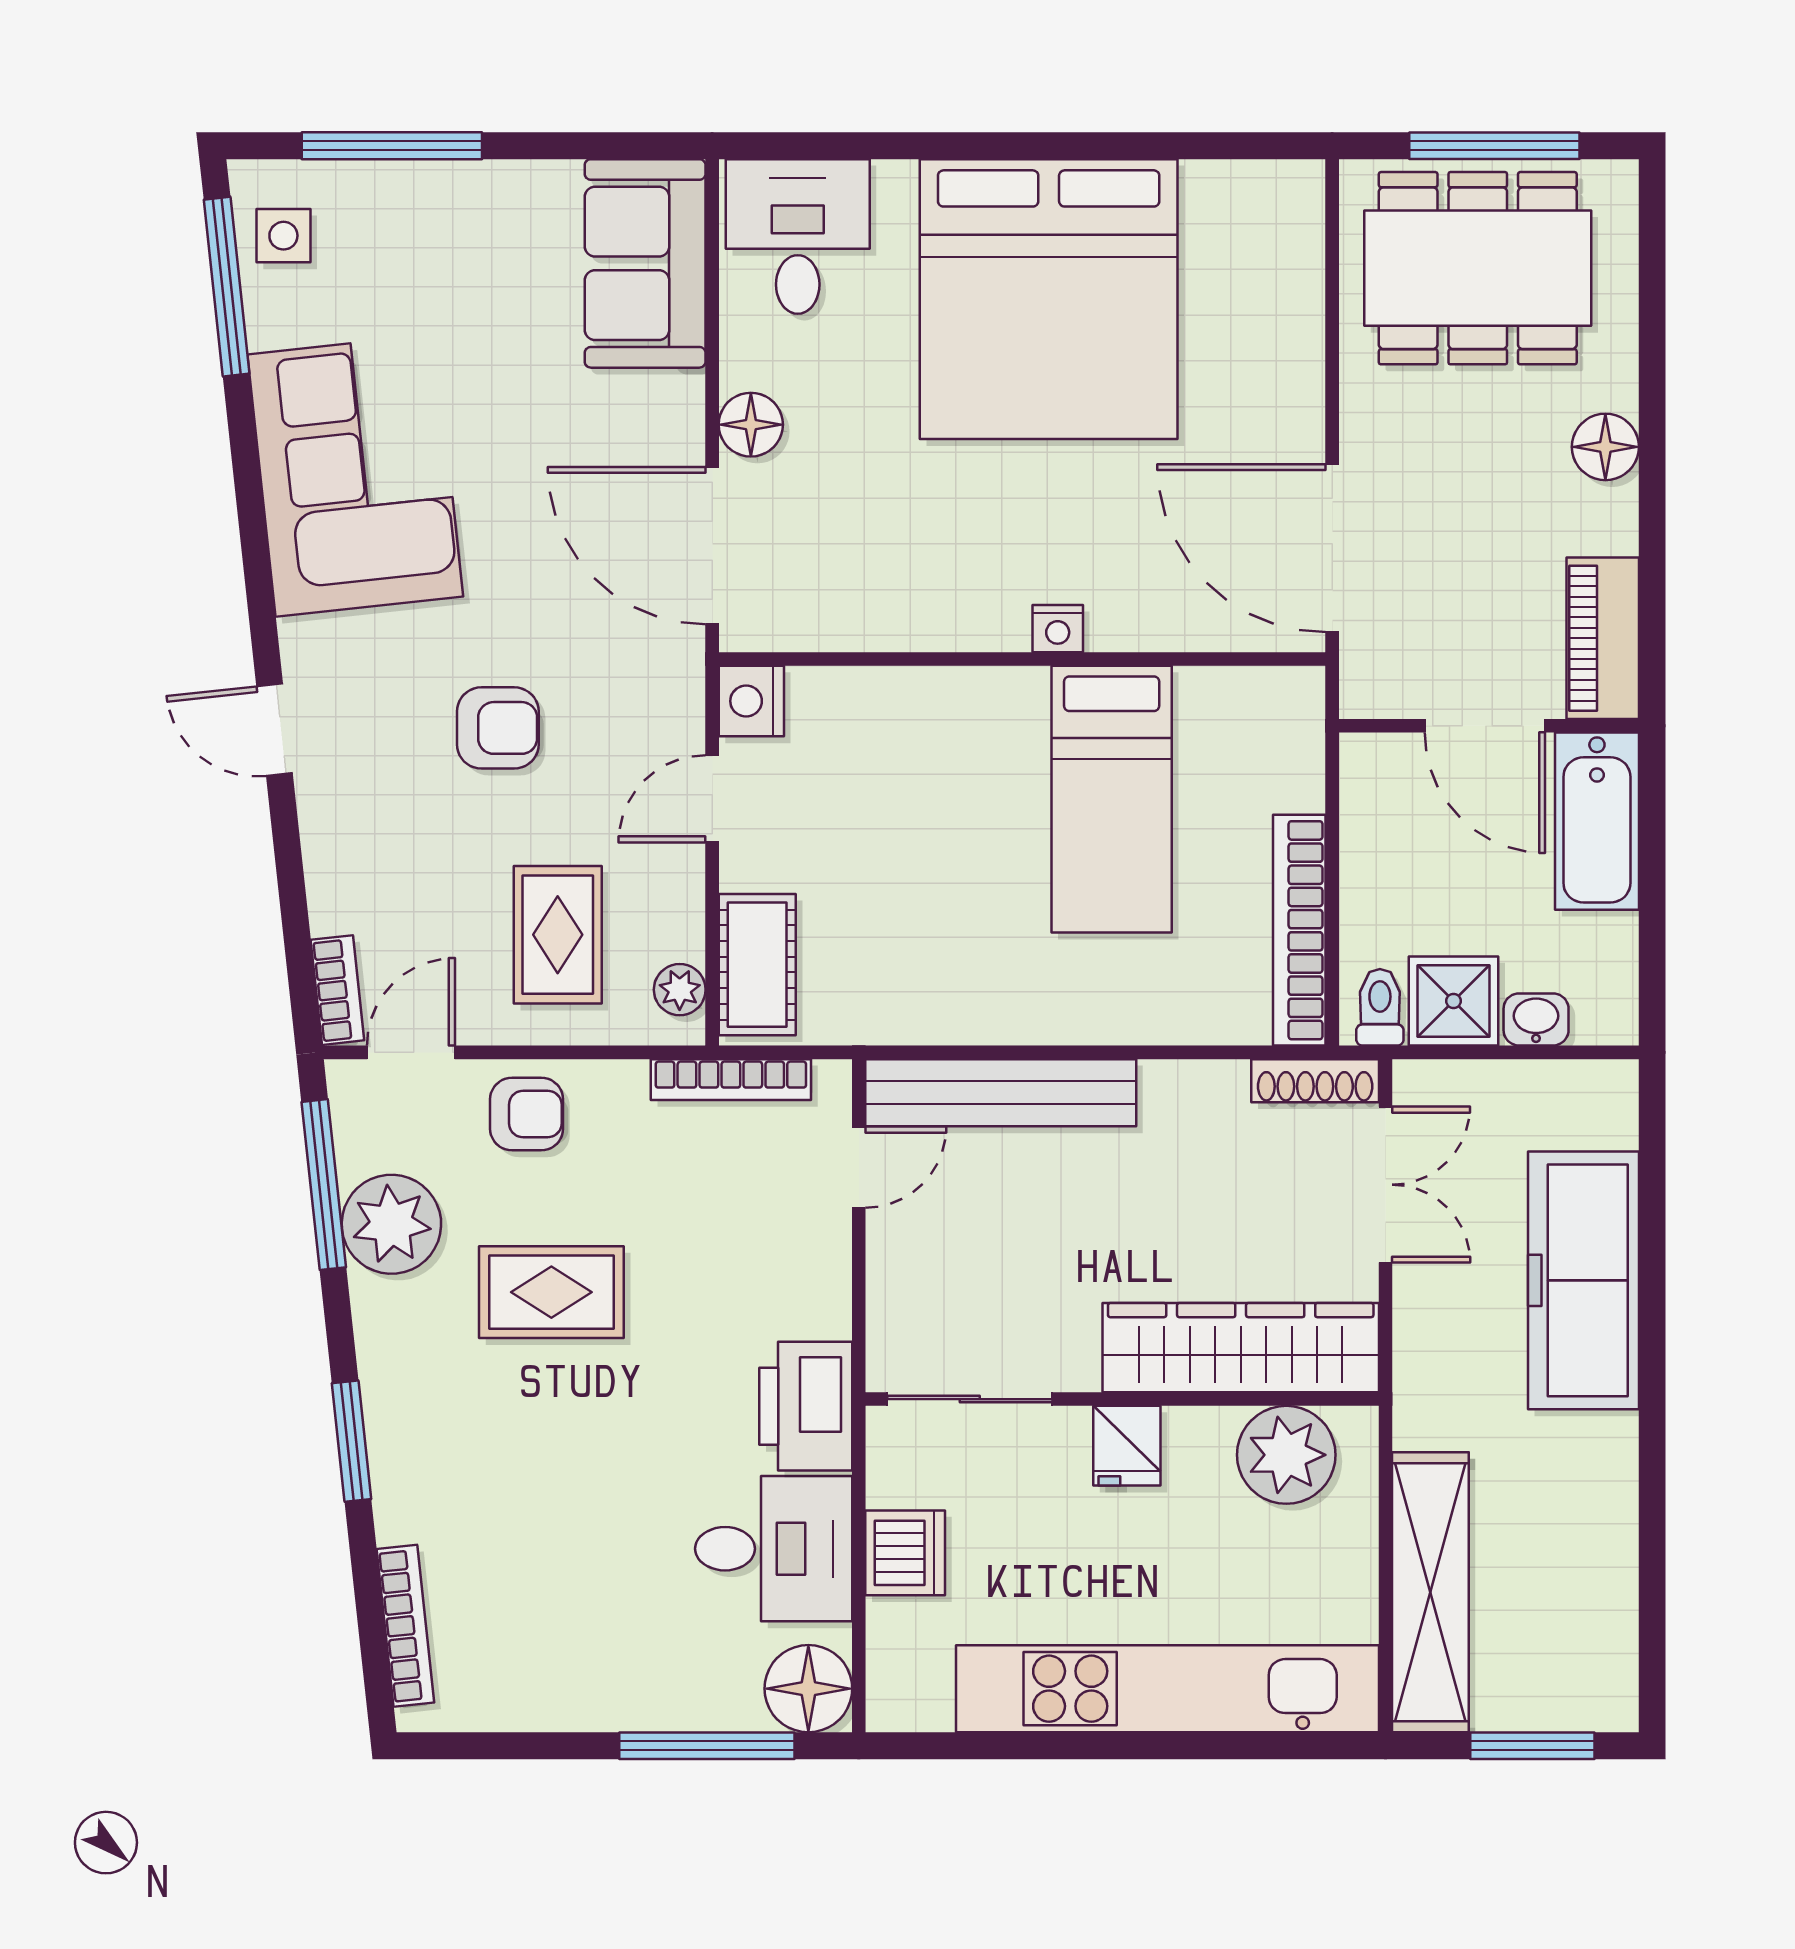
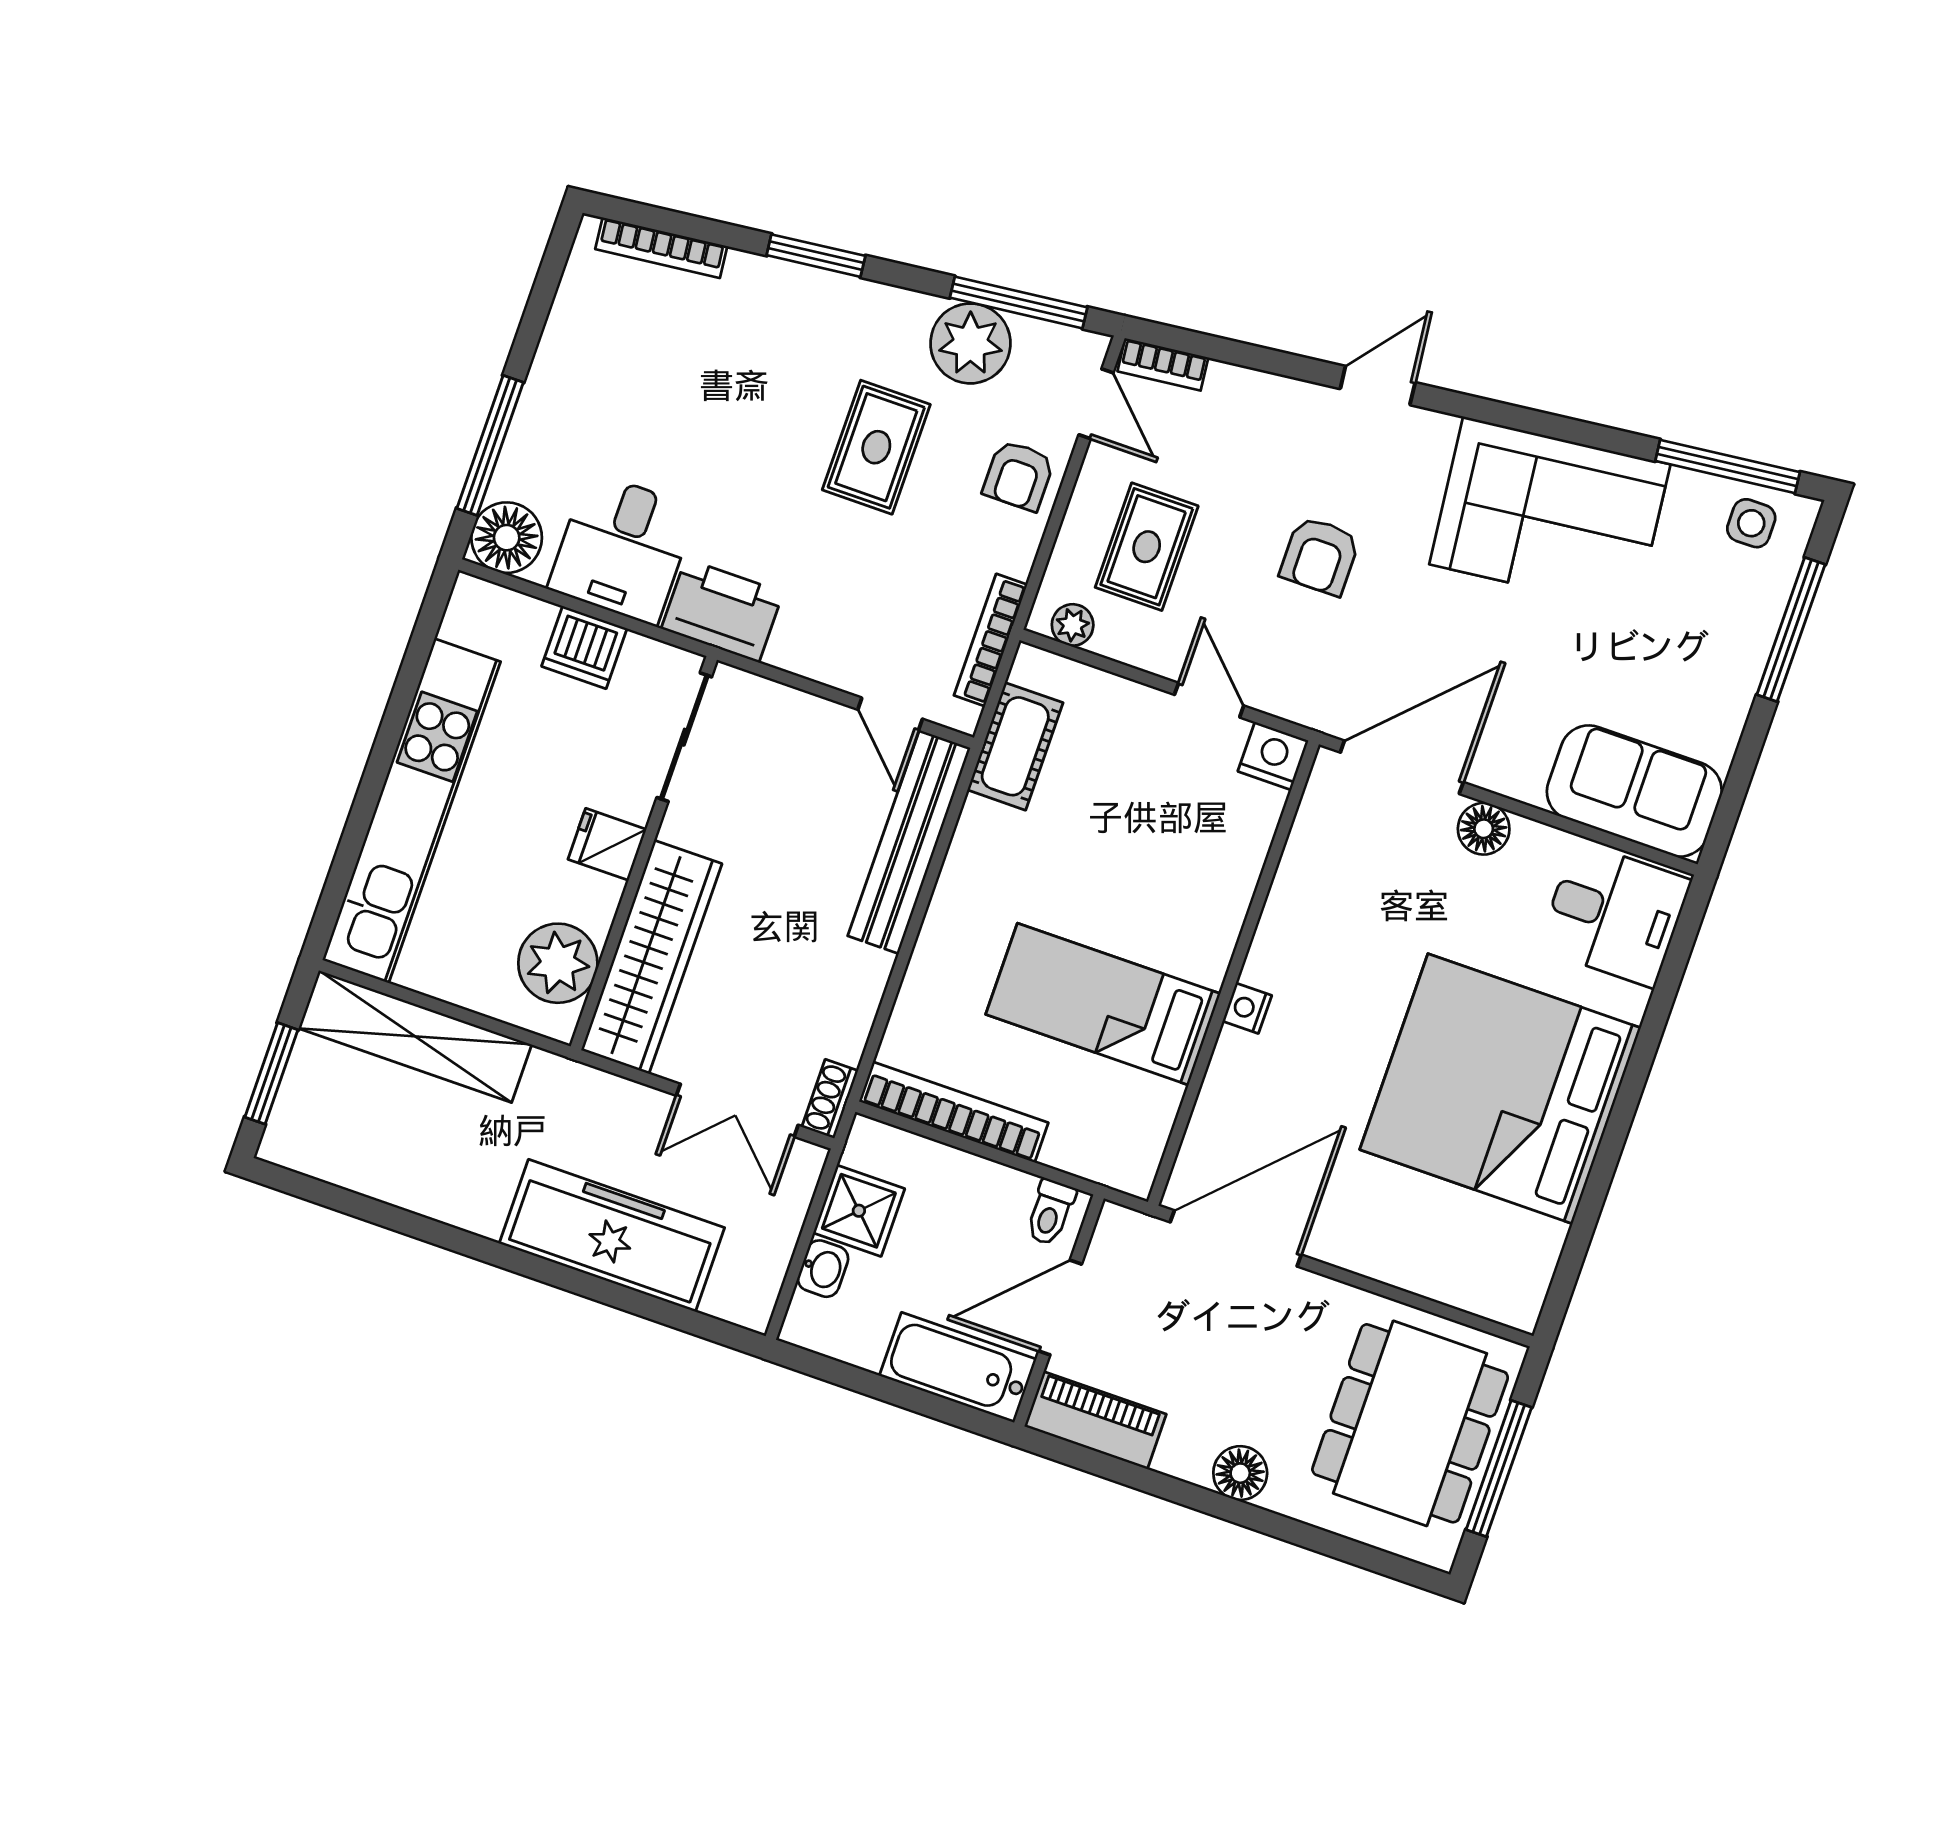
rug: (558, 935) -> (1147, 547), turned 90
cot: (757, 965) -> (1015, 746), moved, turned 90
toilet: (1380, 1007) -> (1050, 1212), moved, turned 90
shoe rack: (1315, 1081) -> (830, 1099), width x0.70

